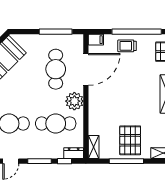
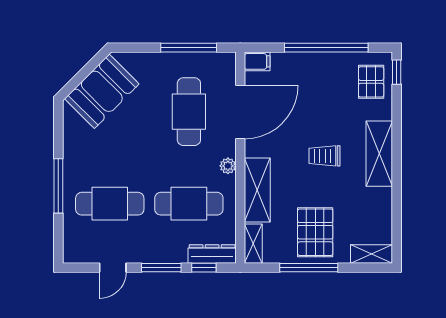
trolley: (127, 46) -> (325, 156), moved
plant: (74, 101) -> (228, 166), width x0.53, depth x0.53
shelving: (96, 115) -> (257, 190), added
dresser: (74, 153) -> (212, 254), width x1.44

